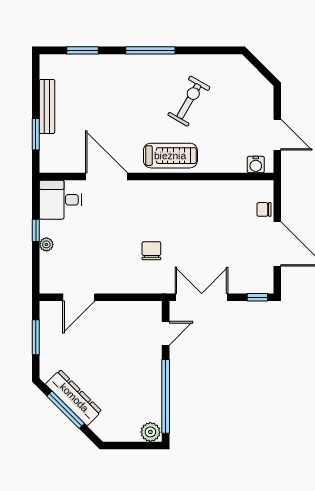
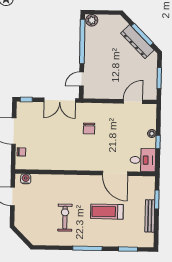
exercise bike: (189, 101) -> (65, 218), turned 150
treadmill: (170, 156) -> (107, 212), moved

